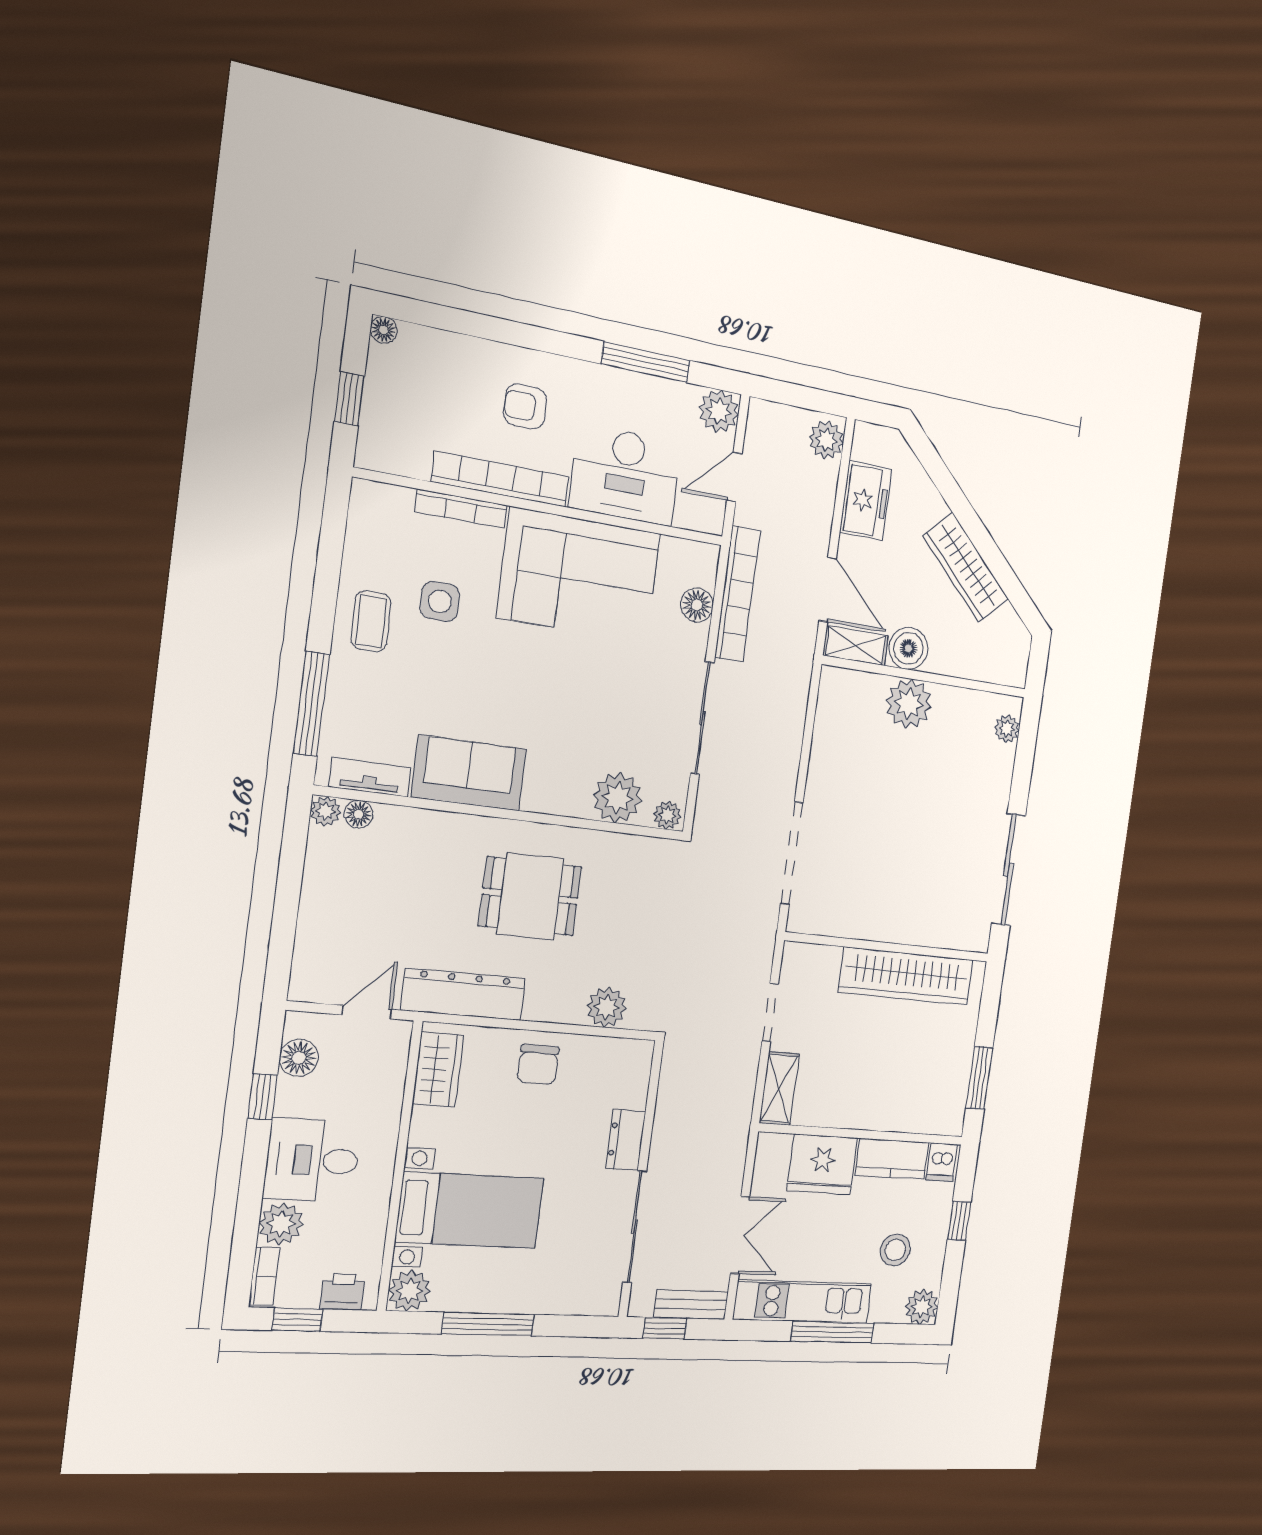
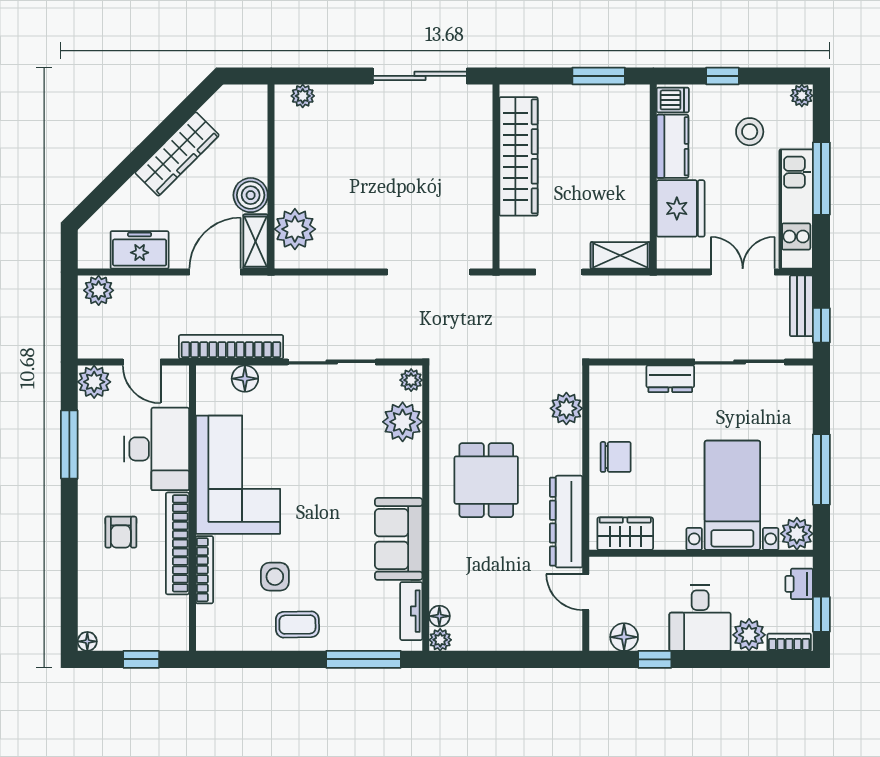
plant: (909, 704) -> (295, 229), moved
plant: (922, 1307) -> (802, 96), width x0.73, depth x0.73

